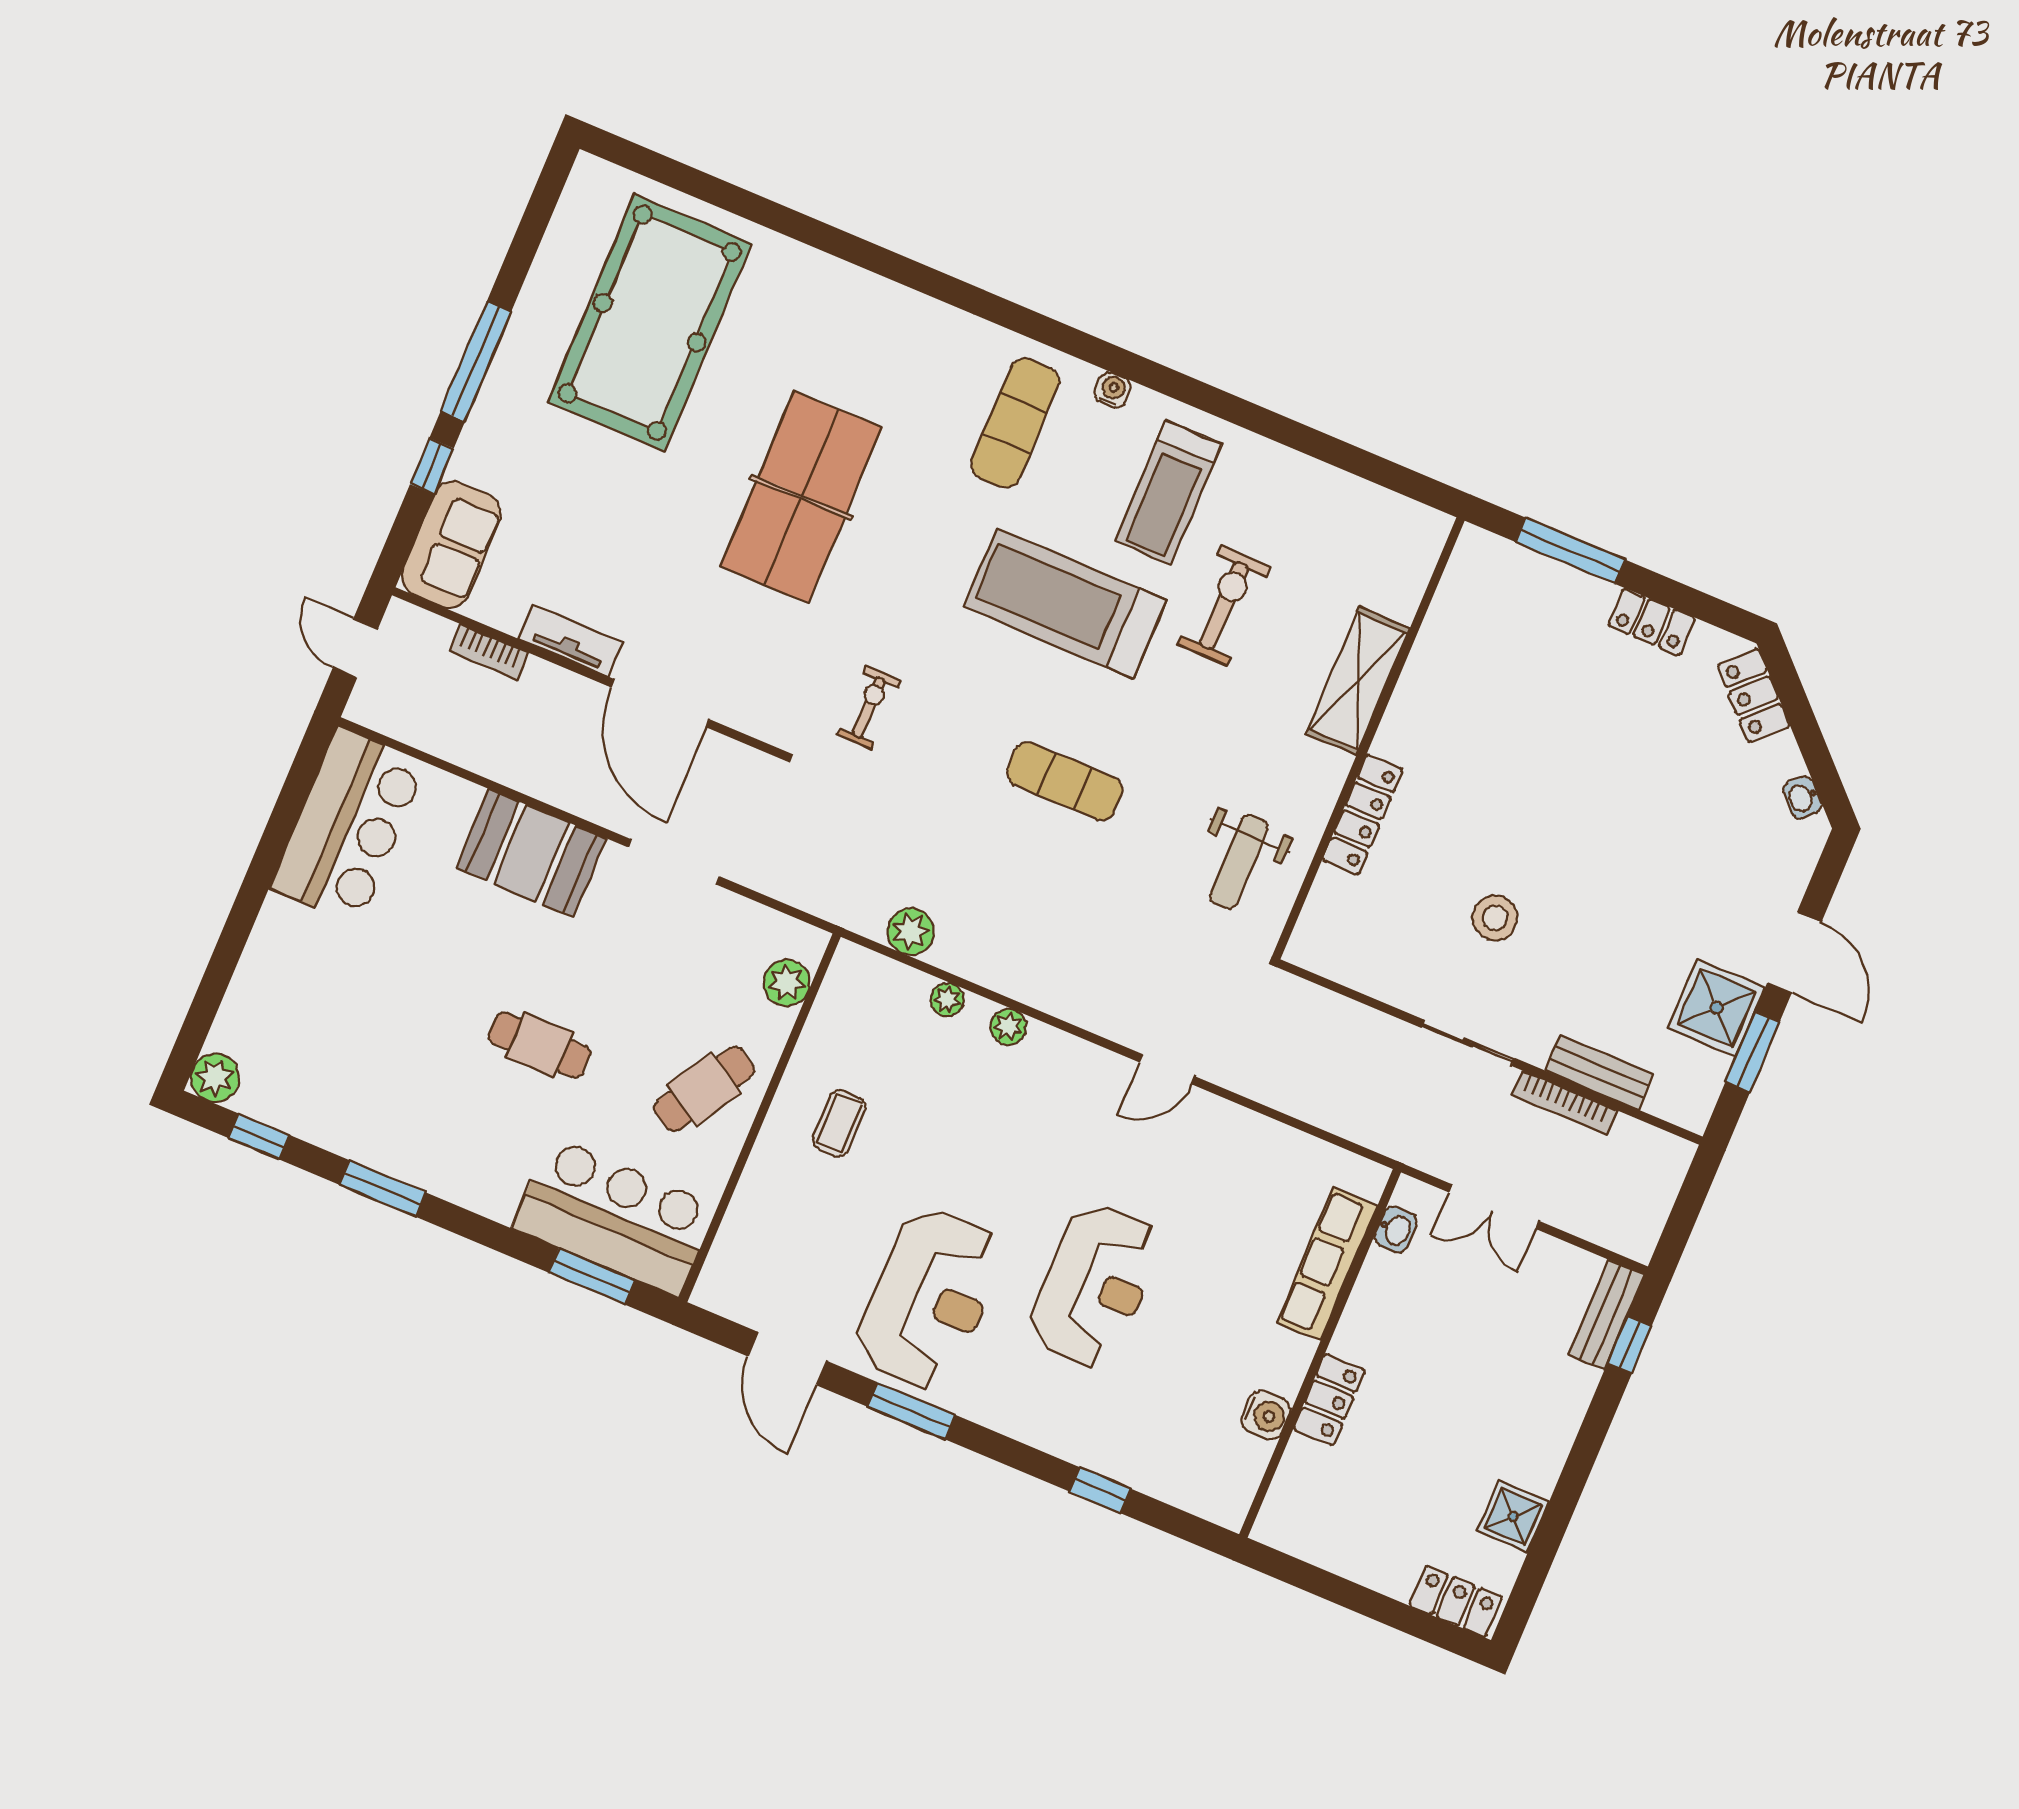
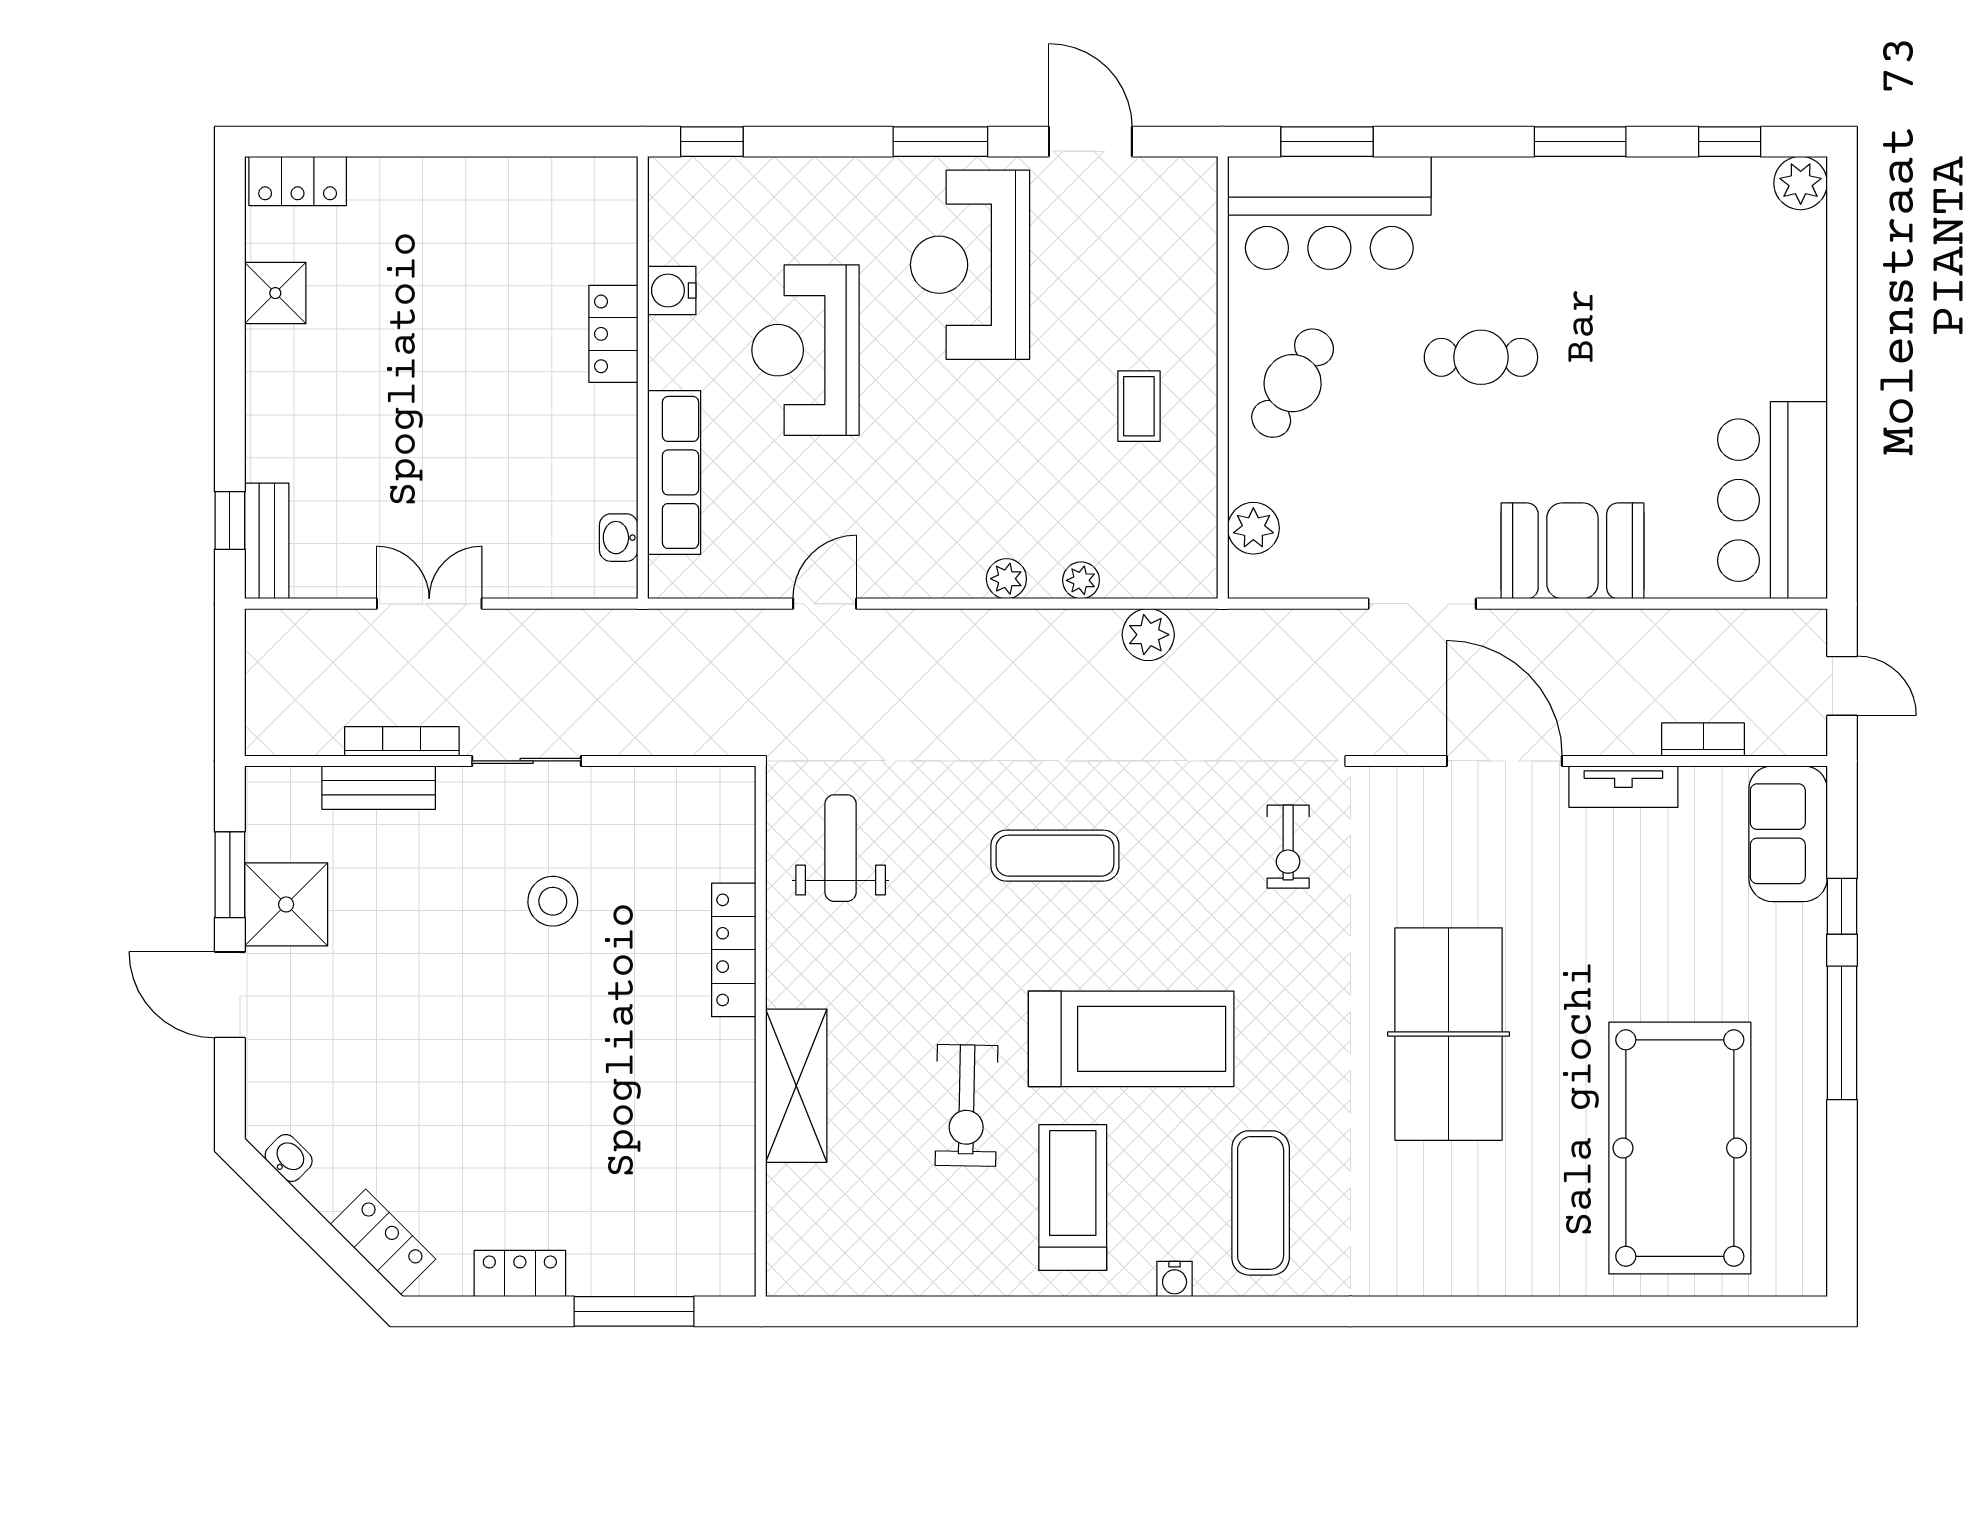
washbasin: (1396, 1229) -> (619, 538), moved
row of seats: (1327, 1264) -> (674, 472), moved
wall: (1320, 1353) -> (643, 378), moved
locker: (1329, 1400) -> (613, 334), moved
water cooler: (1266, 1415) -> (672, 290), moved

